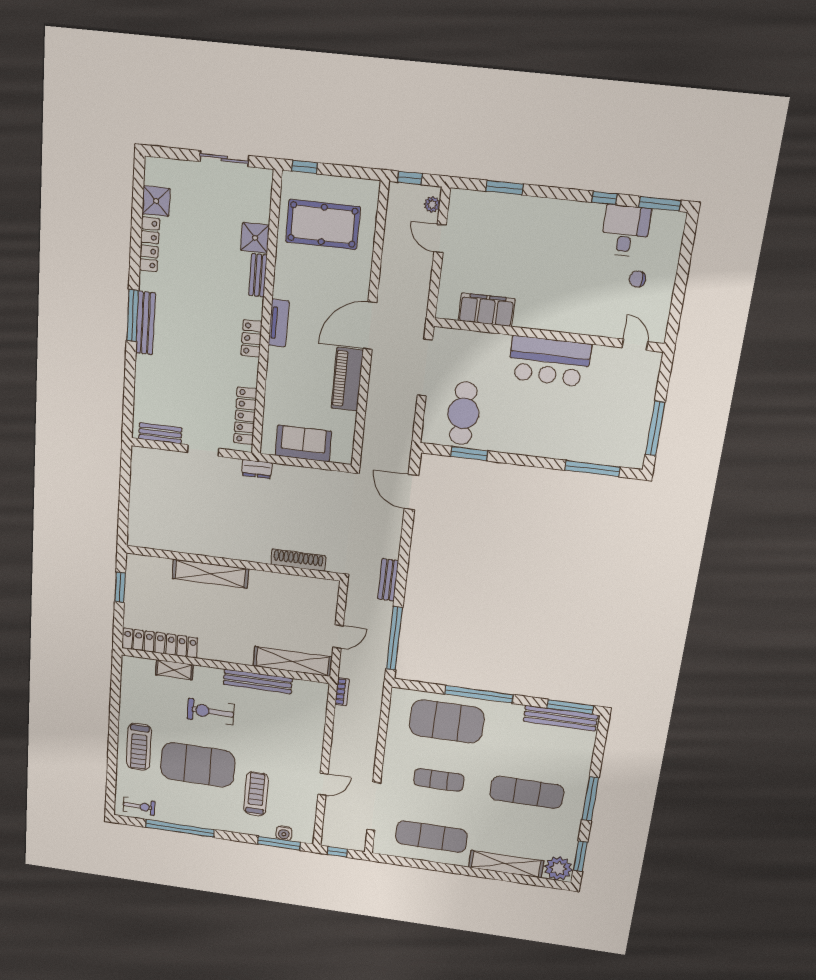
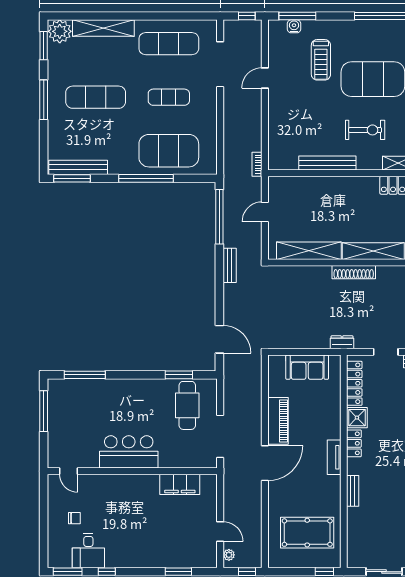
shower: (255, 238) -> (357, 418), moved
shoe rack: (298, 560) -> (354, 272), moved
shelving: (293, 661) -> (309, 251), moved

